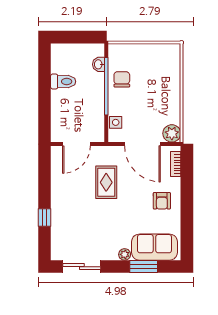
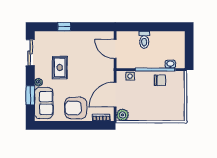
toilet: (63, 82) -> (144, 40), moved
rug: (106, 182) -> (60, 68), moved, turned 90
armchair: (162, 201) -> (76, 108), width x1.88, depth x1.88

